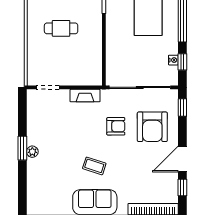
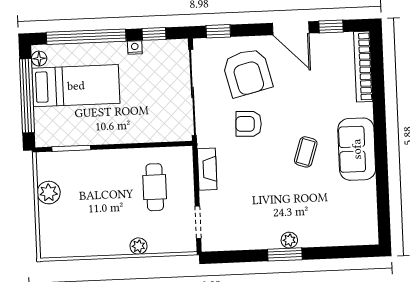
cafe table: (61, 28) -> (155, 187), moved
plant: (33, 45) -> (139, 246), added
nightstand: (173, 60) -> (135, 47), moved
armchair: (116, 126) -> (249, 124), turned -88
armchair: (152, 127) -> (247, 72), turned 76

